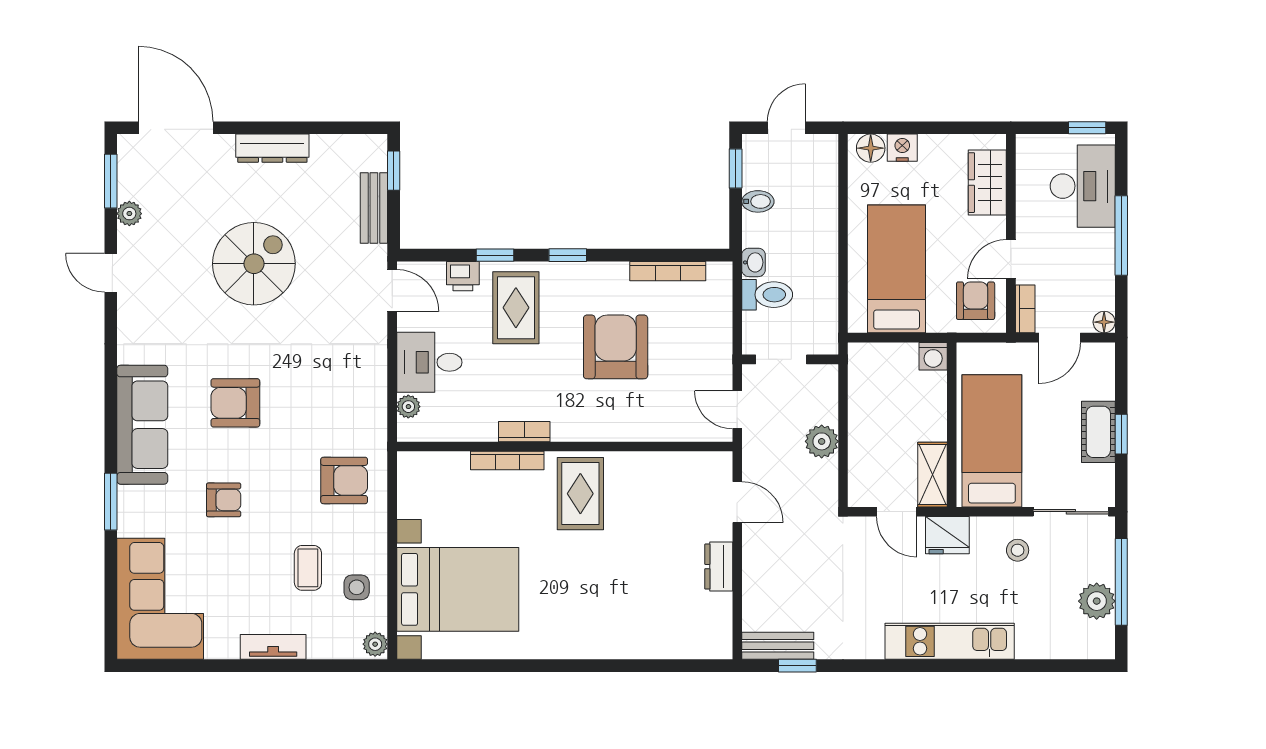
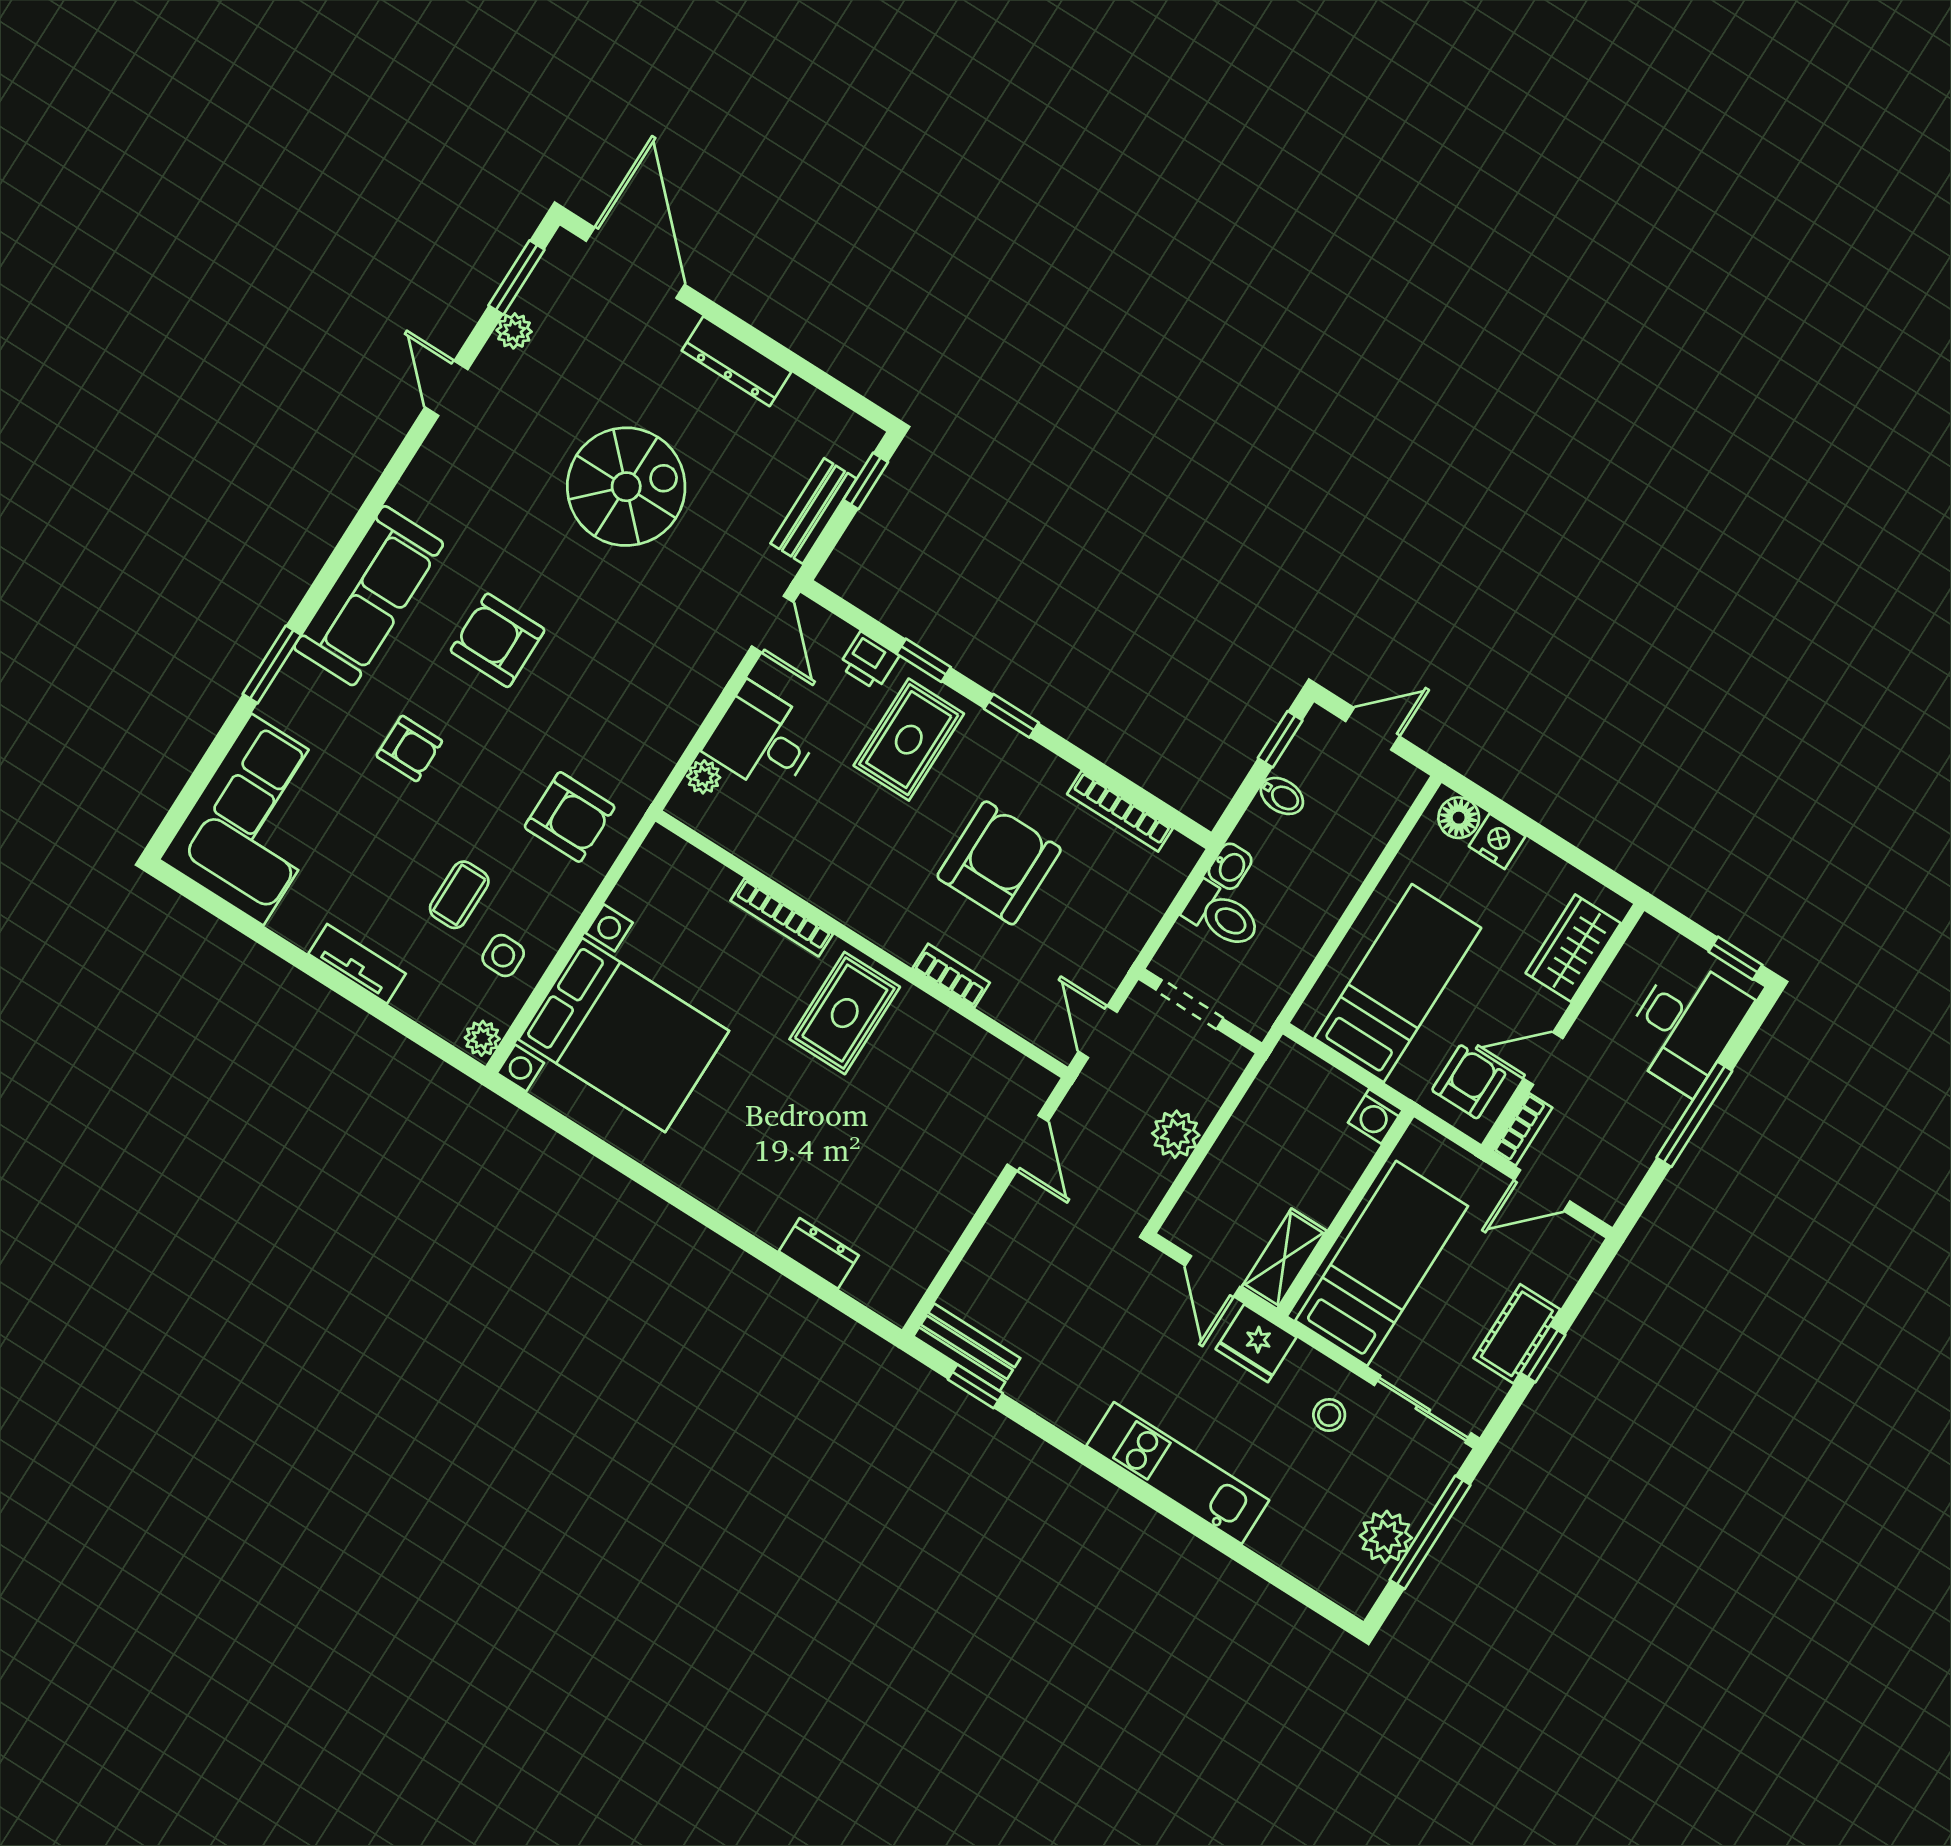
floor lamp: (1104, 322) -> (1608, 1206), removed
bookcase: (524, 432) -> (951, 976), moved
dresser: (719, 567) -> (819, 1253), moved, turned 90

